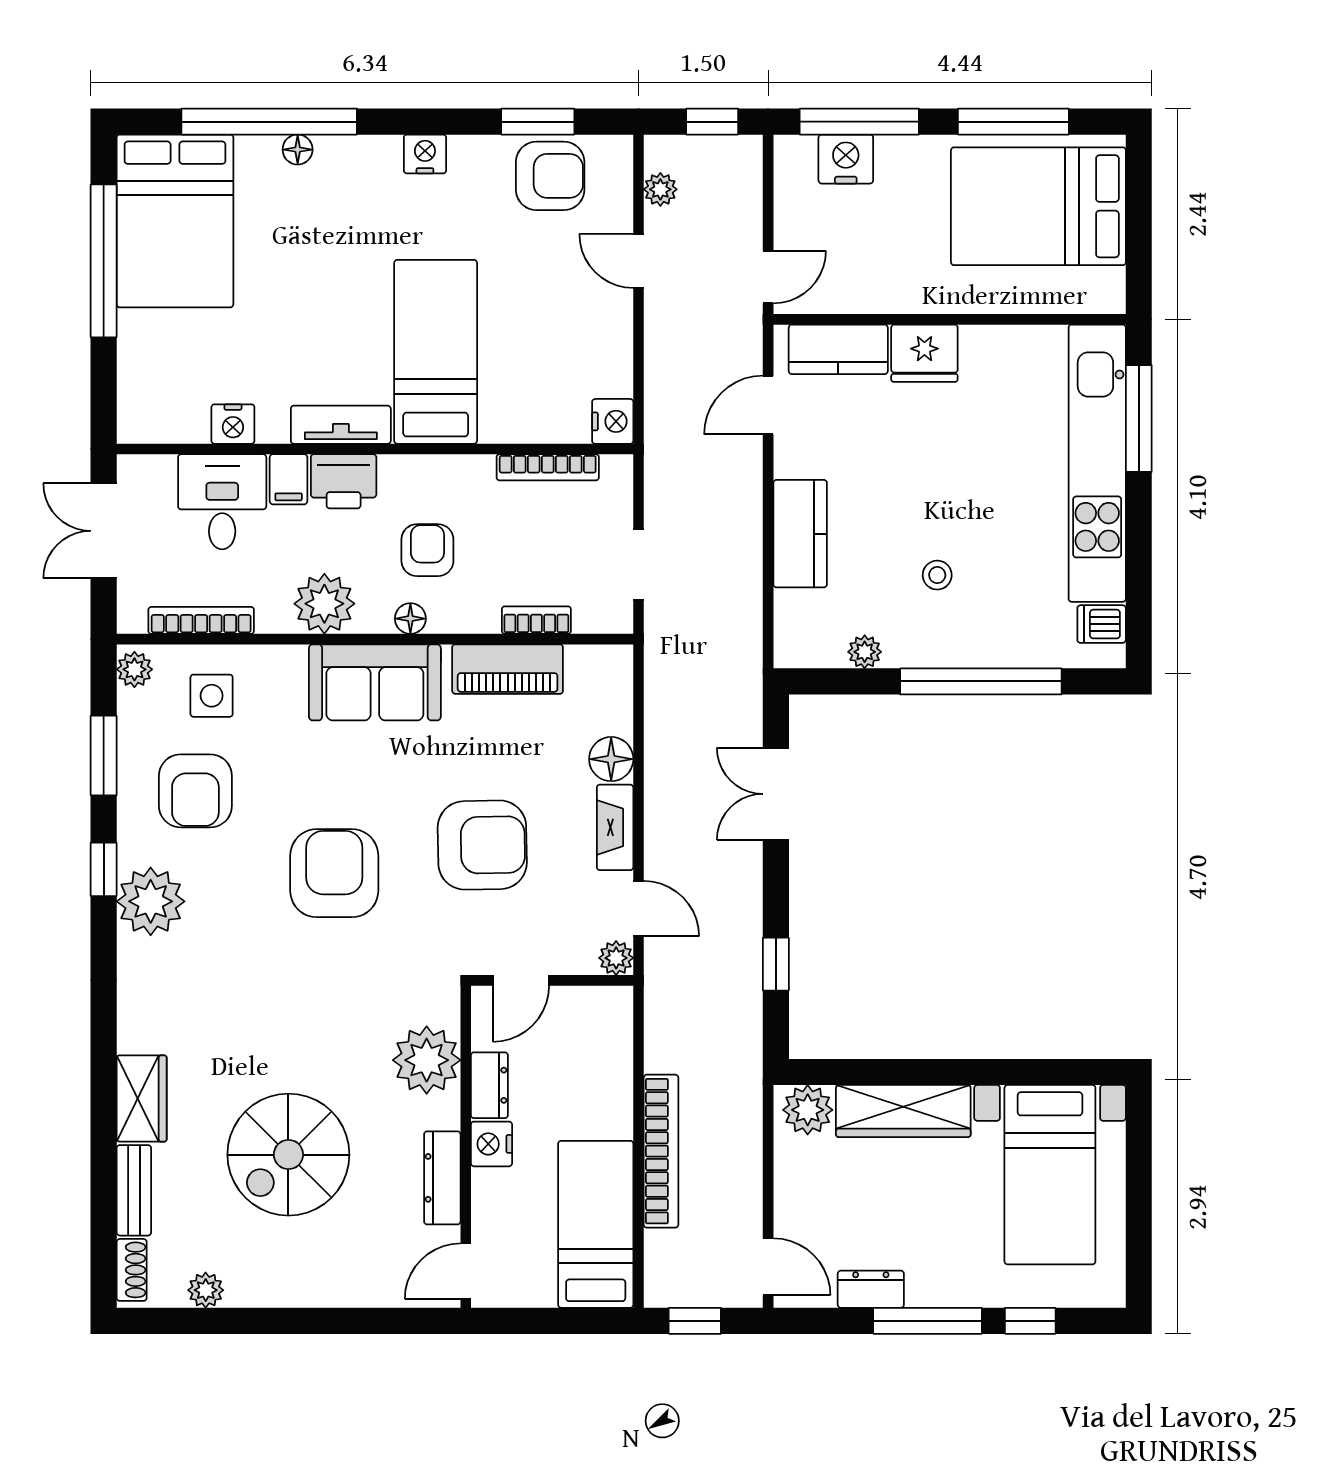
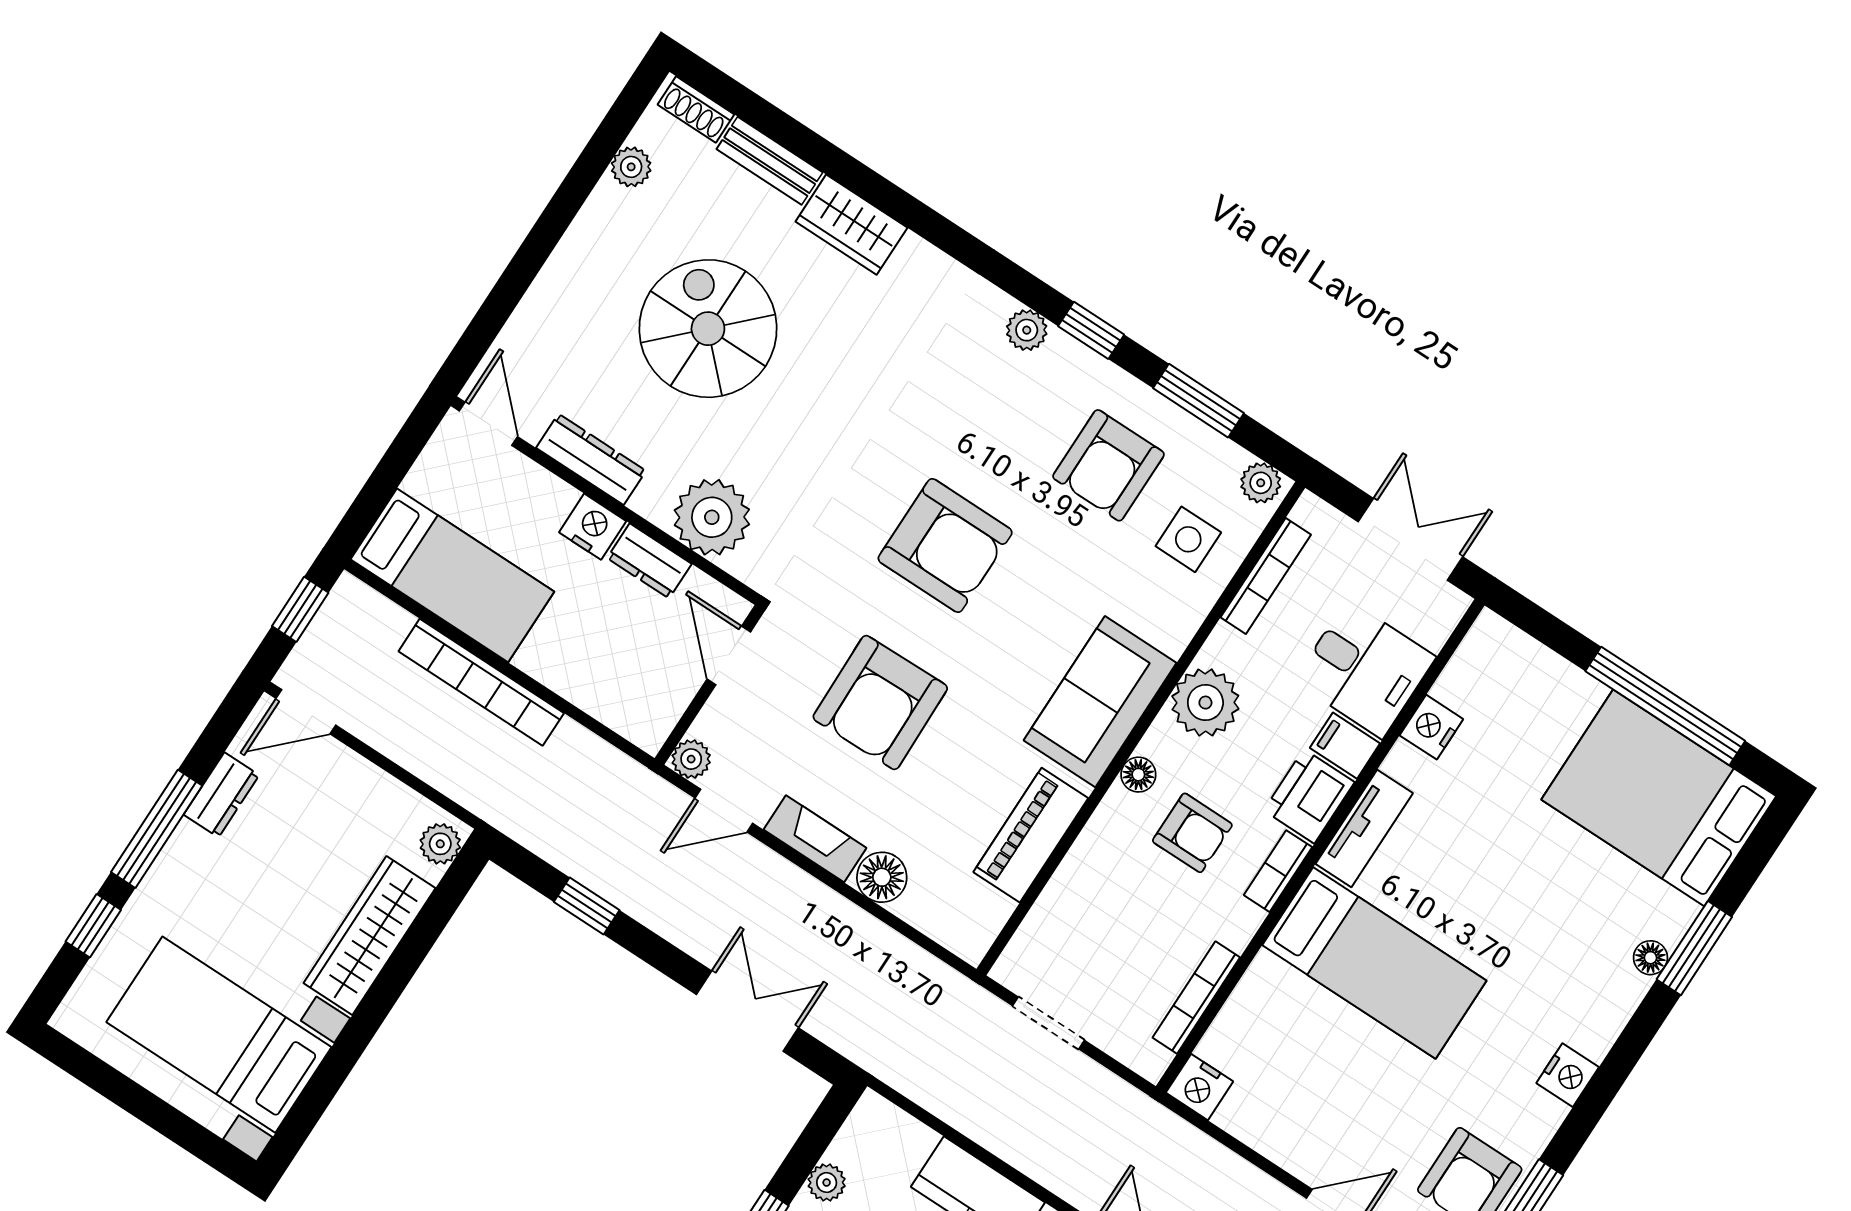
window: (269, 122) -> (1694, 948), width x0.47
bookcase: (536, 620) -> (1278, 871), moved, turned 180
armchair: (195, 791) -> (1108, 465), turned -90
plant: (151, 901) -> (1027, 330), width x0.53, depth x0.53
plant: (808, 1110) -> (440, 844), width x0.73, depth x0.73

